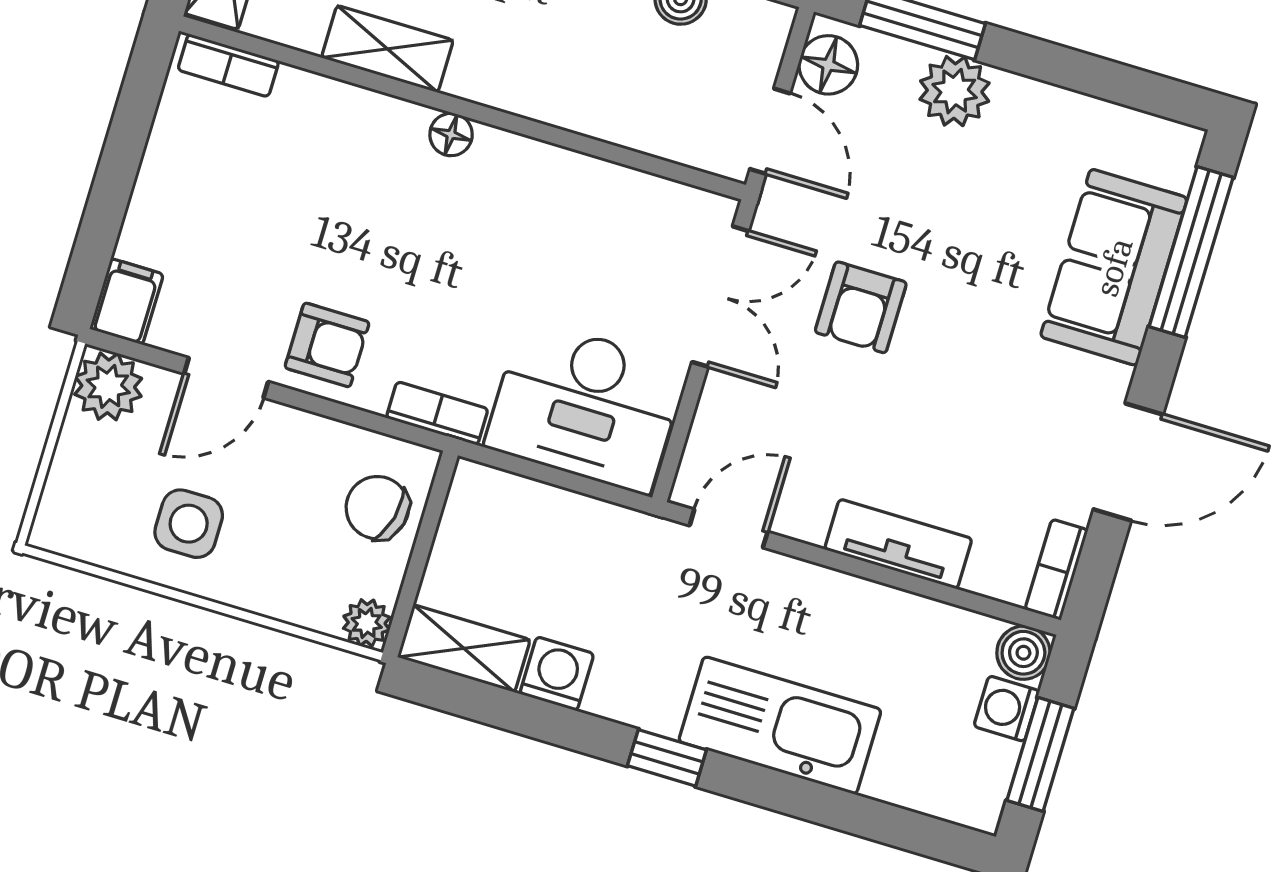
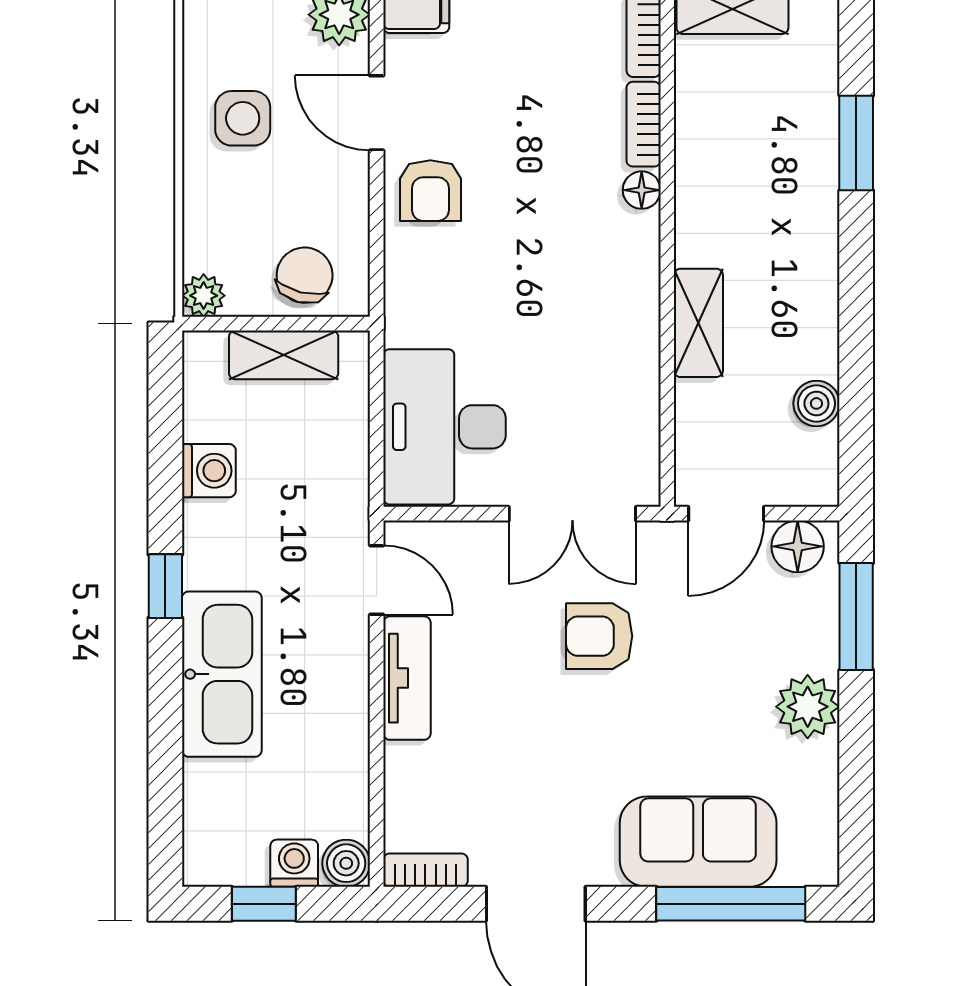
shelving: (387, 49) -> (698, 323), moved
plant: (955, 91) -> (808, 707), moved
floor lamp: (451, 135) -> (642, 190), moved
bookcase: (437, 413) -> (644, 124), moved, turned 180
tv unit: (898, 544) -> (407, 678), moved
shelving: (464, 648) -> (284, 355), moved, turned 90
window: (1040, 754) -> (264, 904), width x0.67

